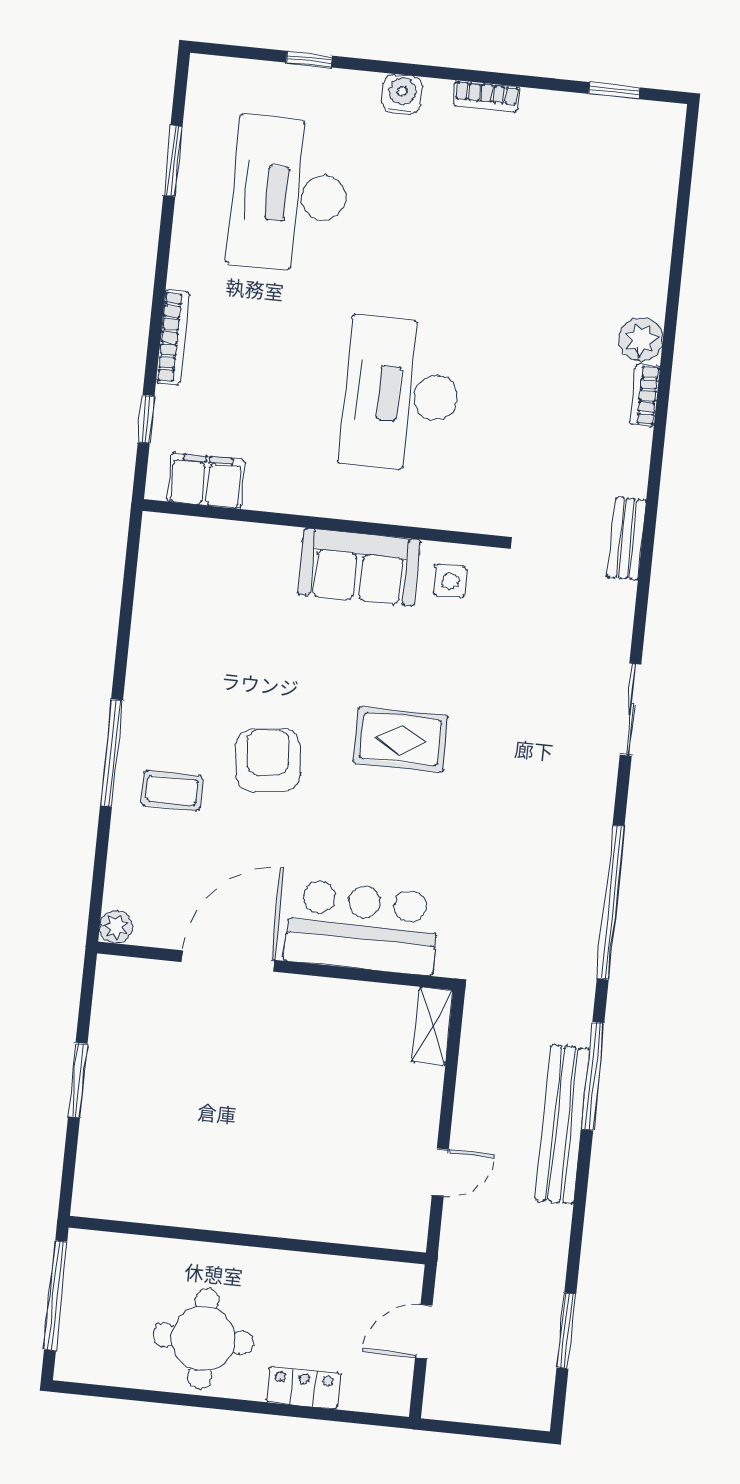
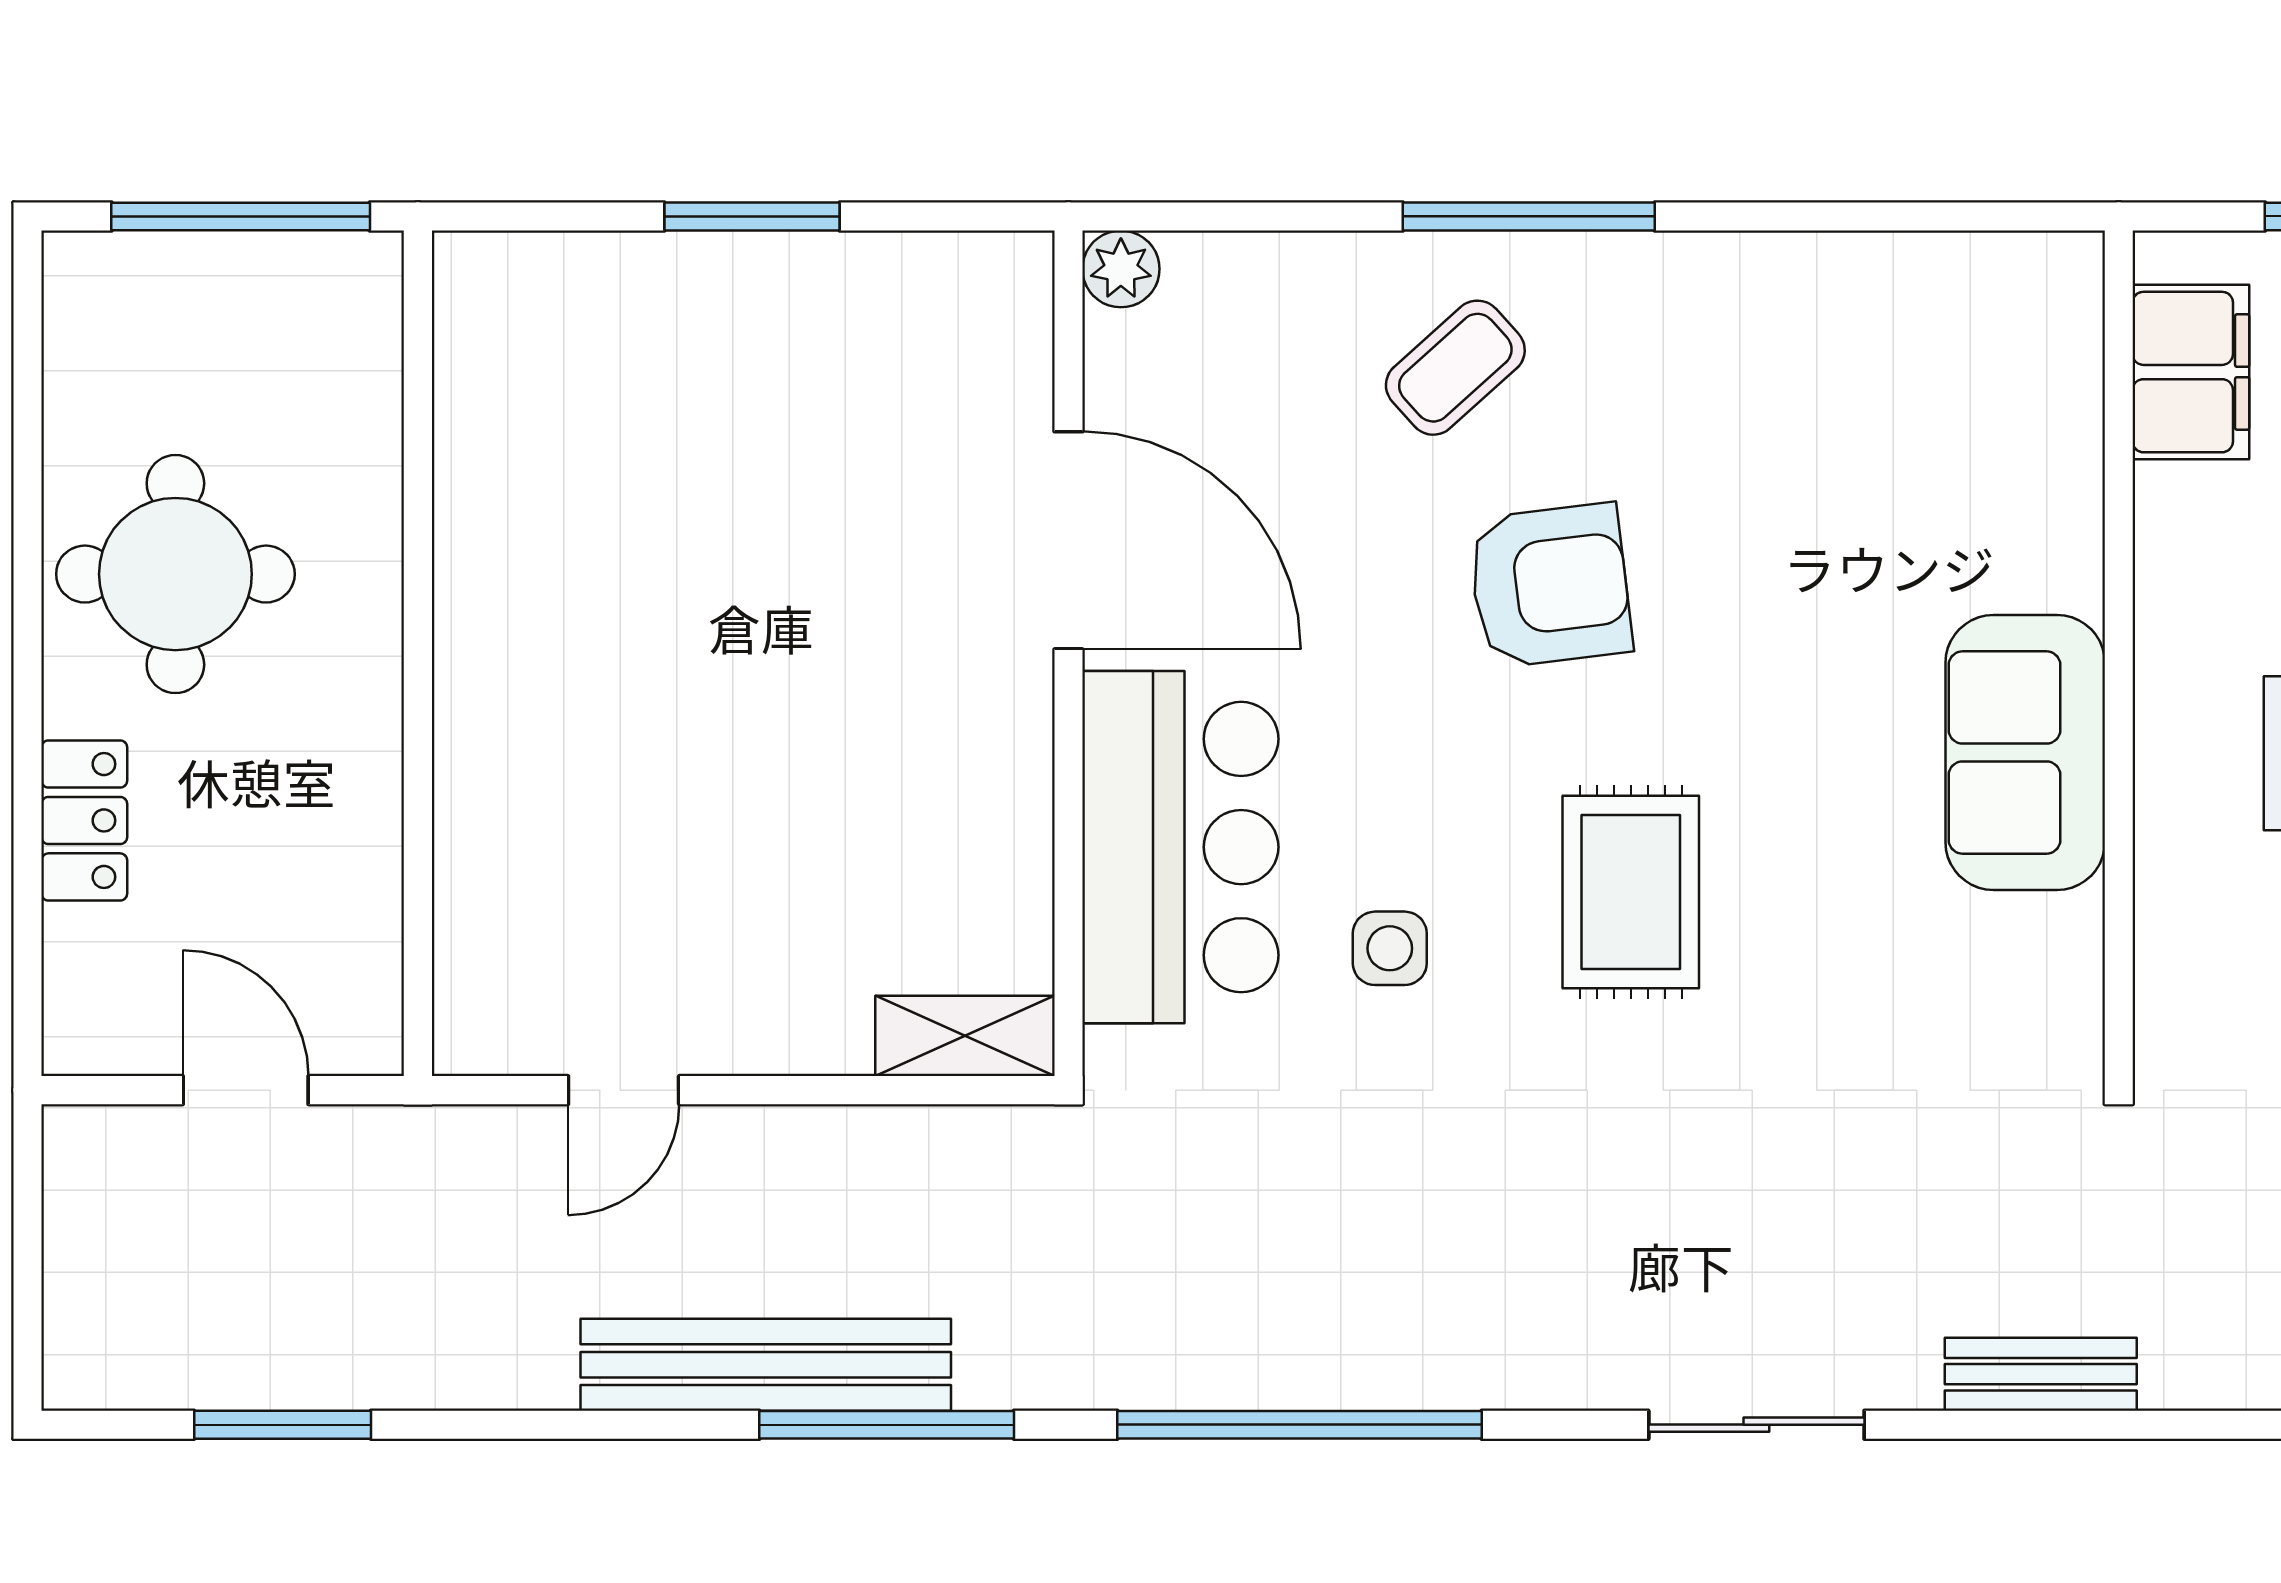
bench: (627, 539) -> (2041, 1374), moved
side table: (450, 581) -> (1390, 948), moved
coffee table: (172, 790) -> (1455, 368), turned 48
door: (440, 1172) -> (624, 1090), hinge flipped

